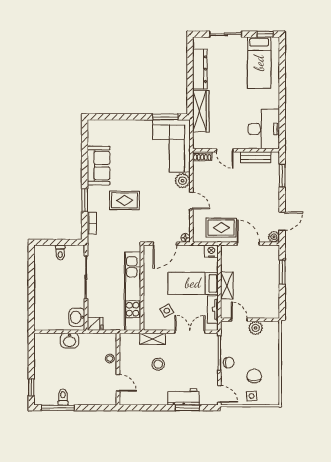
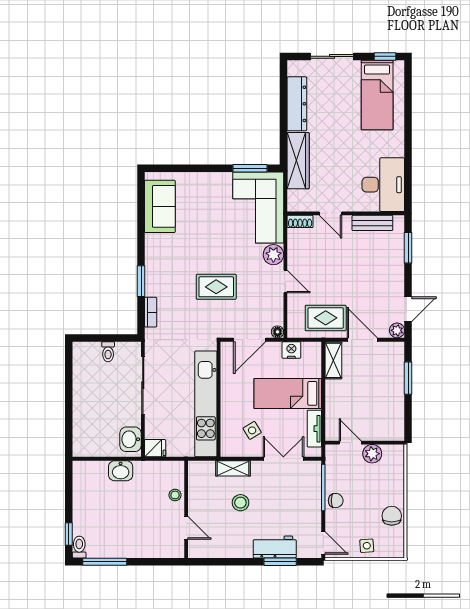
sofa: (99, 166) -> (160, 206), moved
rug: (124, 200) -> (216, 287), moved
nightstand: (211, 251) -> (291, 350), moved
shelving: (227, 285) -> (333, 360), moved
chair: (254, 376) -> (392, 516), moved
toilet: (63, 397) -> (79, 547), moved

